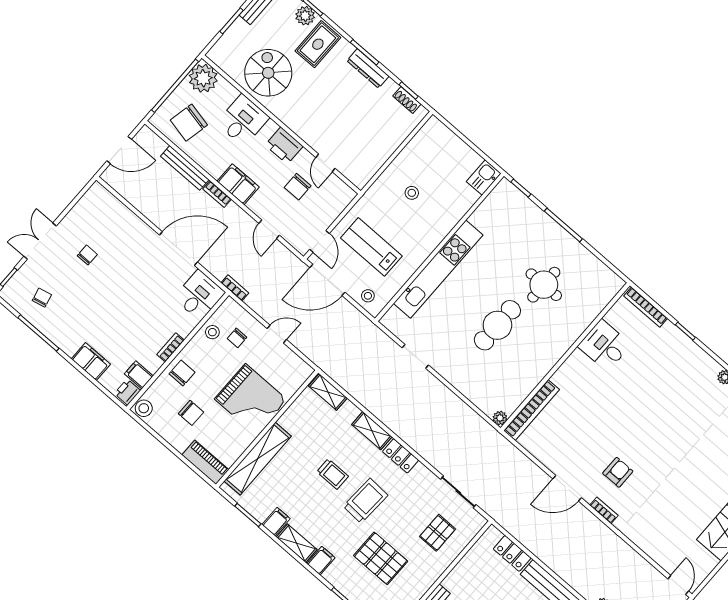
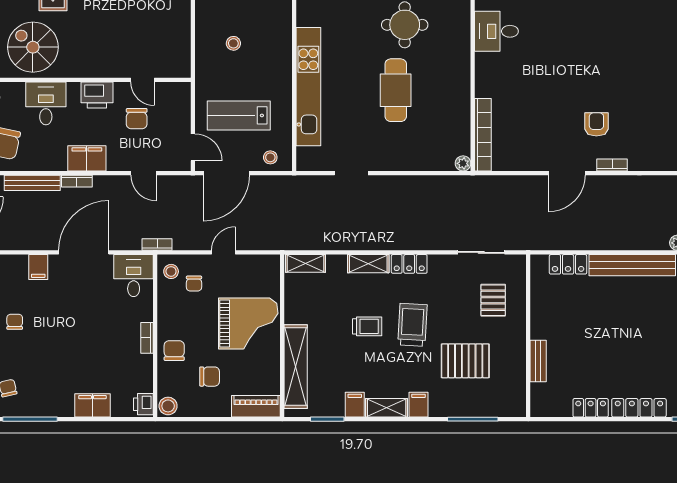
stool: (212, 332) -> (171, 271), moved
filing cabinet: (139, 375) -> (38, 267), moved, turned -90

